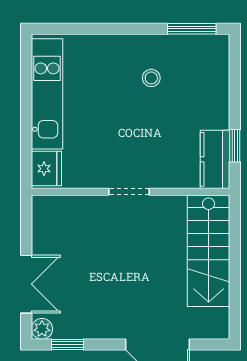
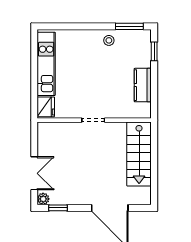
stool: (151, 78) -> (109, 40), moved
window: (235, 146) -> (154, 51), moved
kitchen counter: (215, 159) -> (143, 85), moved

